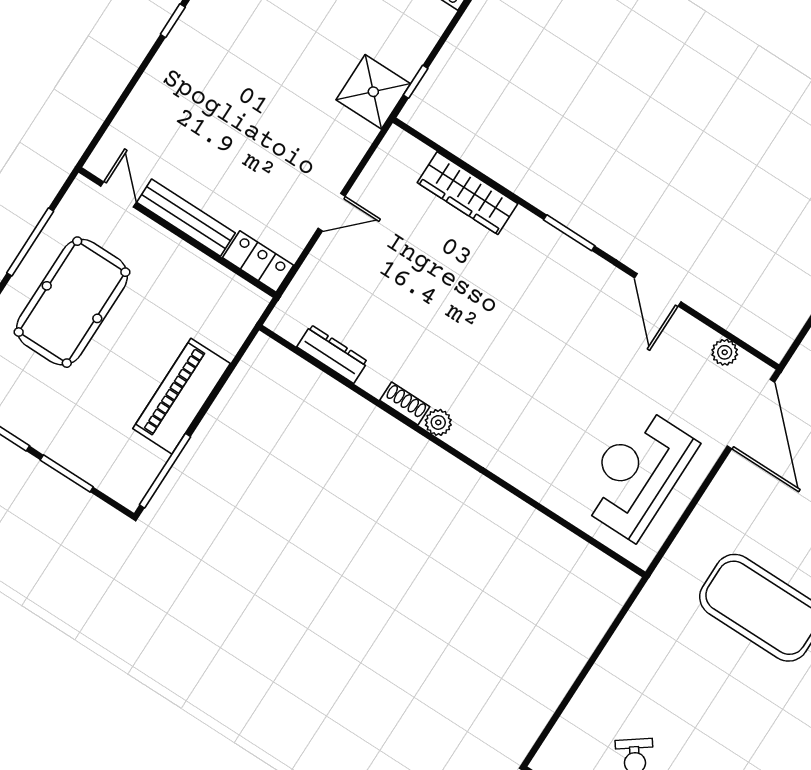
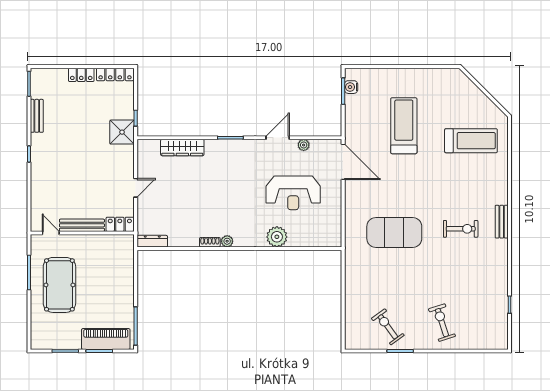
door: (658, 290) -> (278, 138), swing flipped
plant: (725, 352) -> (304, 145), moved
dresser: (332, 354) -> (152, 241), moved
piano: (181, 396) -> (106, 339), moved, turned 90
reception desk: (637, 473) -> (293, 193), moved, turned -90
plant: (537, 474) -> (277, 237), added

